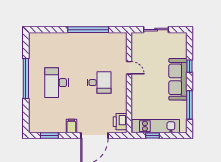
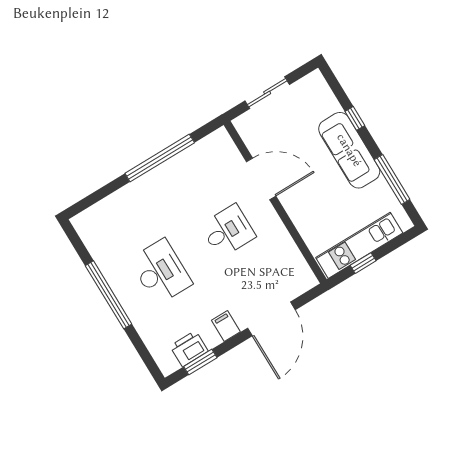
door: (129, 68) -> (261, 179), width x1.87
desk: (57, 83) -> (161, 272), turned 180
printer: (120, 122) -> (189, 349), moved, turned 90

